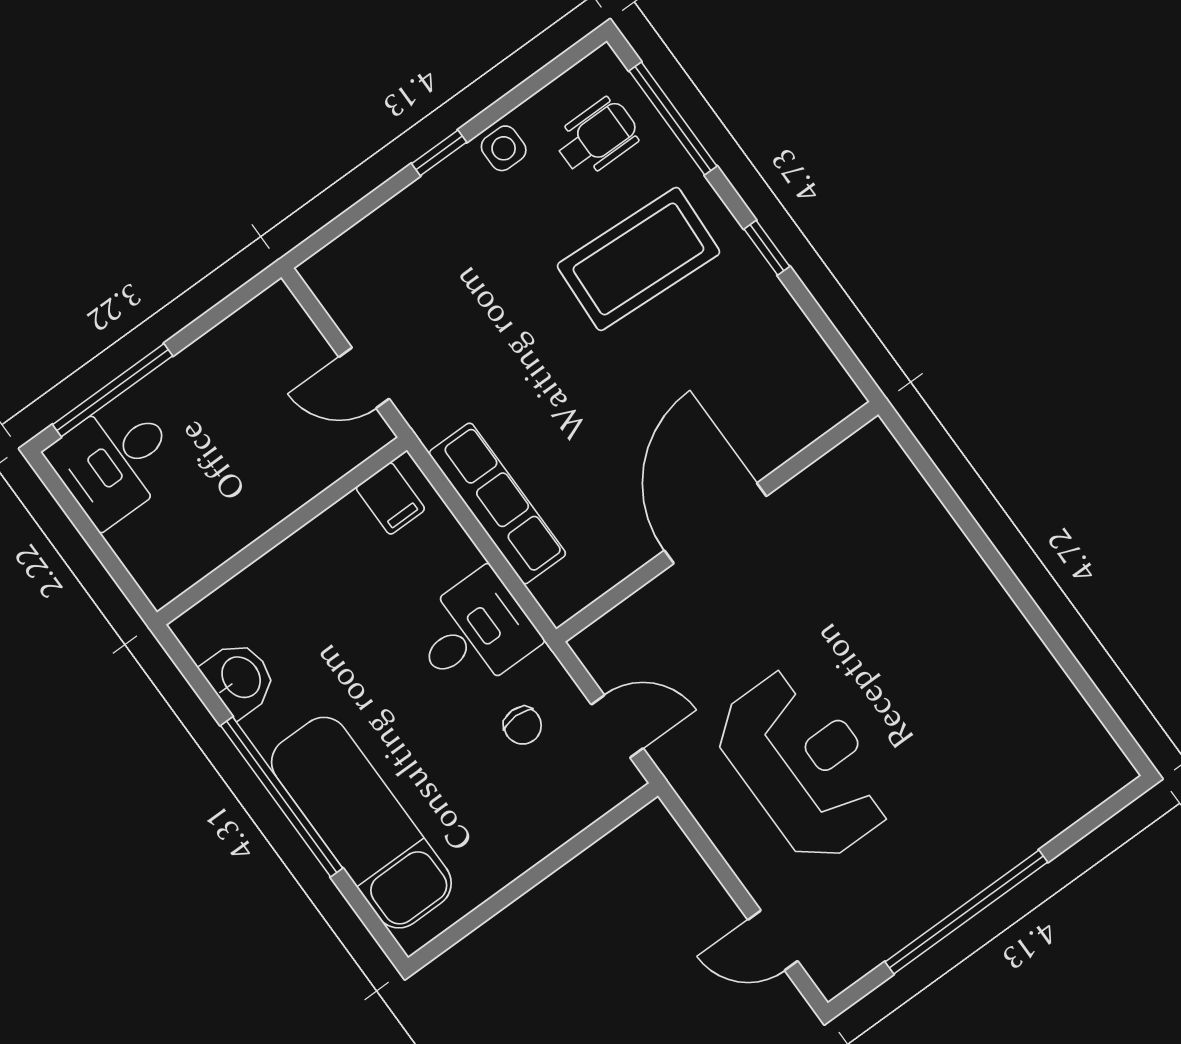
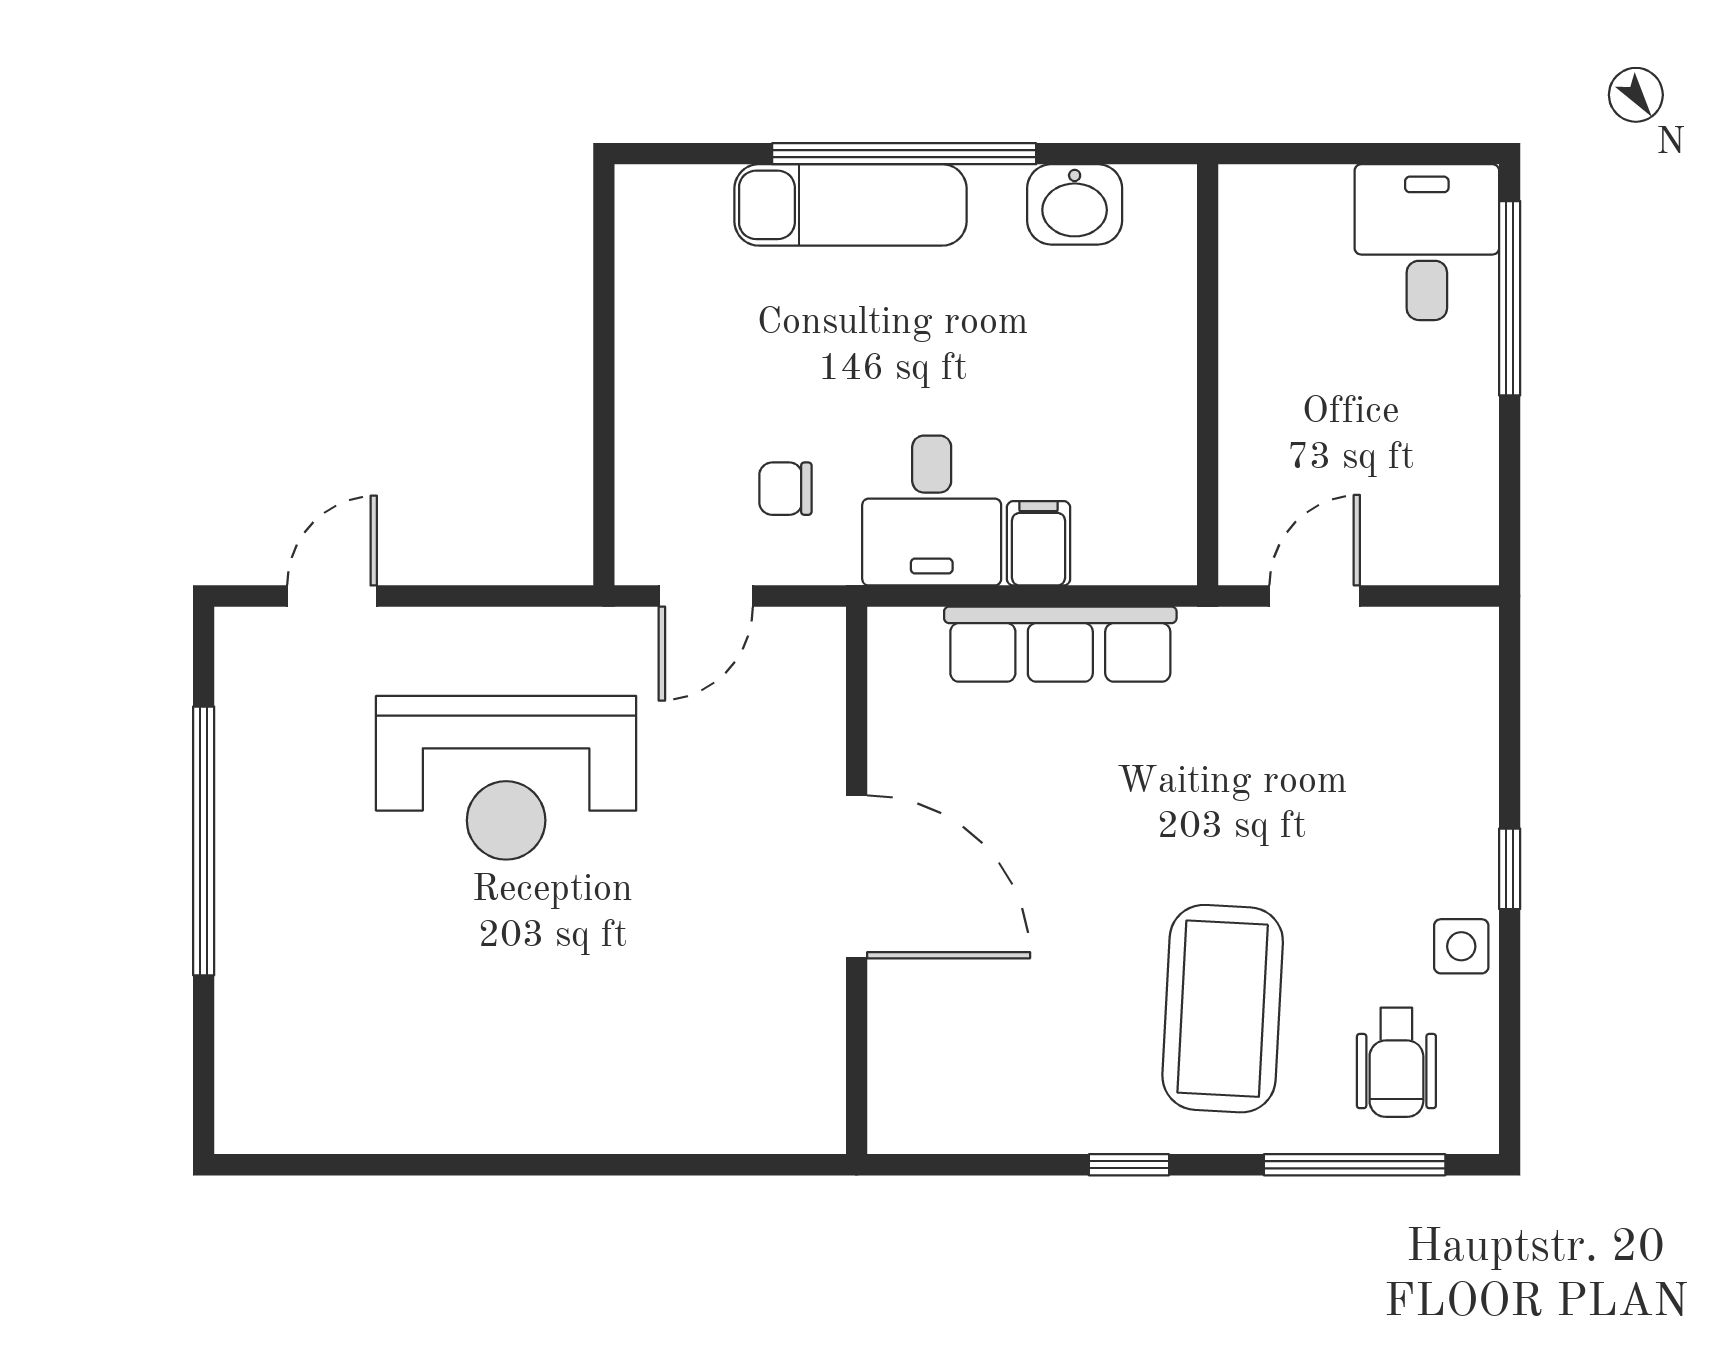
filing cabinet: (390, 498) -> (1038, 543), moved, turned 90
exam couch: (361, 823) -> (851, 205), width x0.73, depth x0.69

